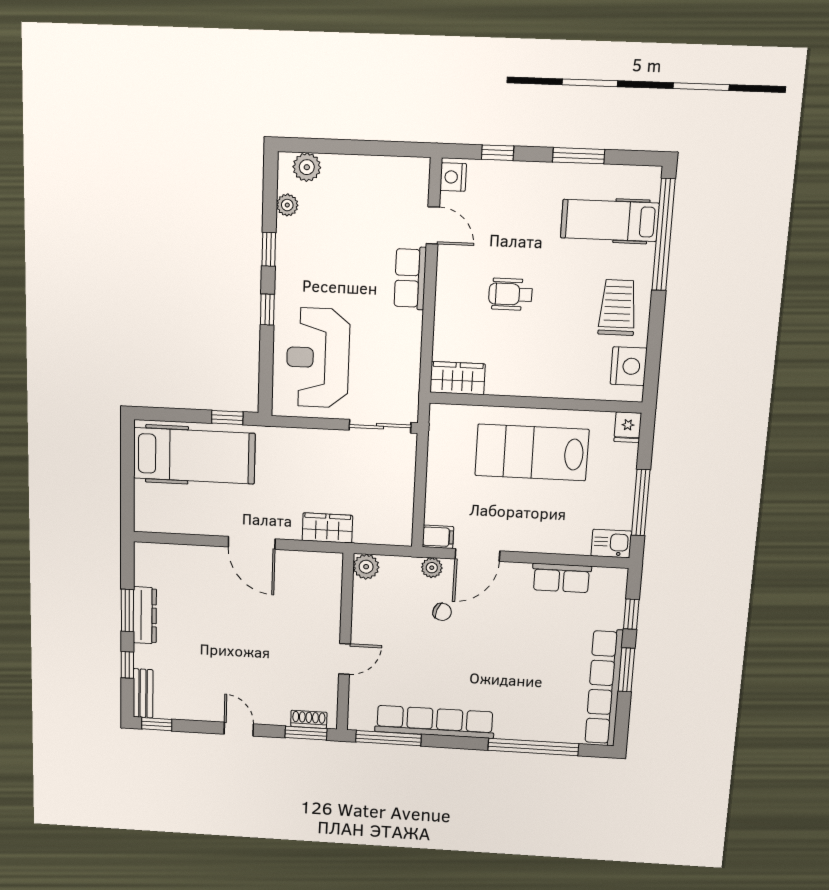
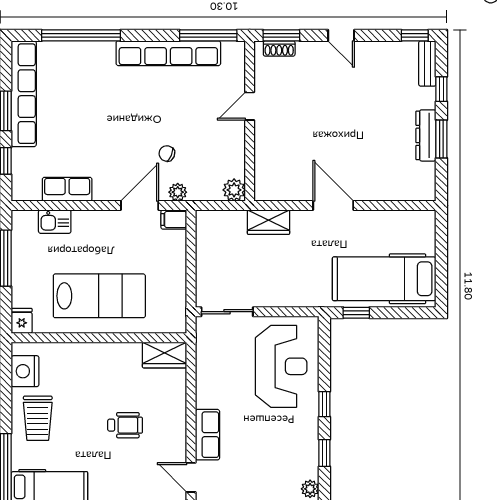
kitchen sink: (611, 543) -> (55, 222), moved

